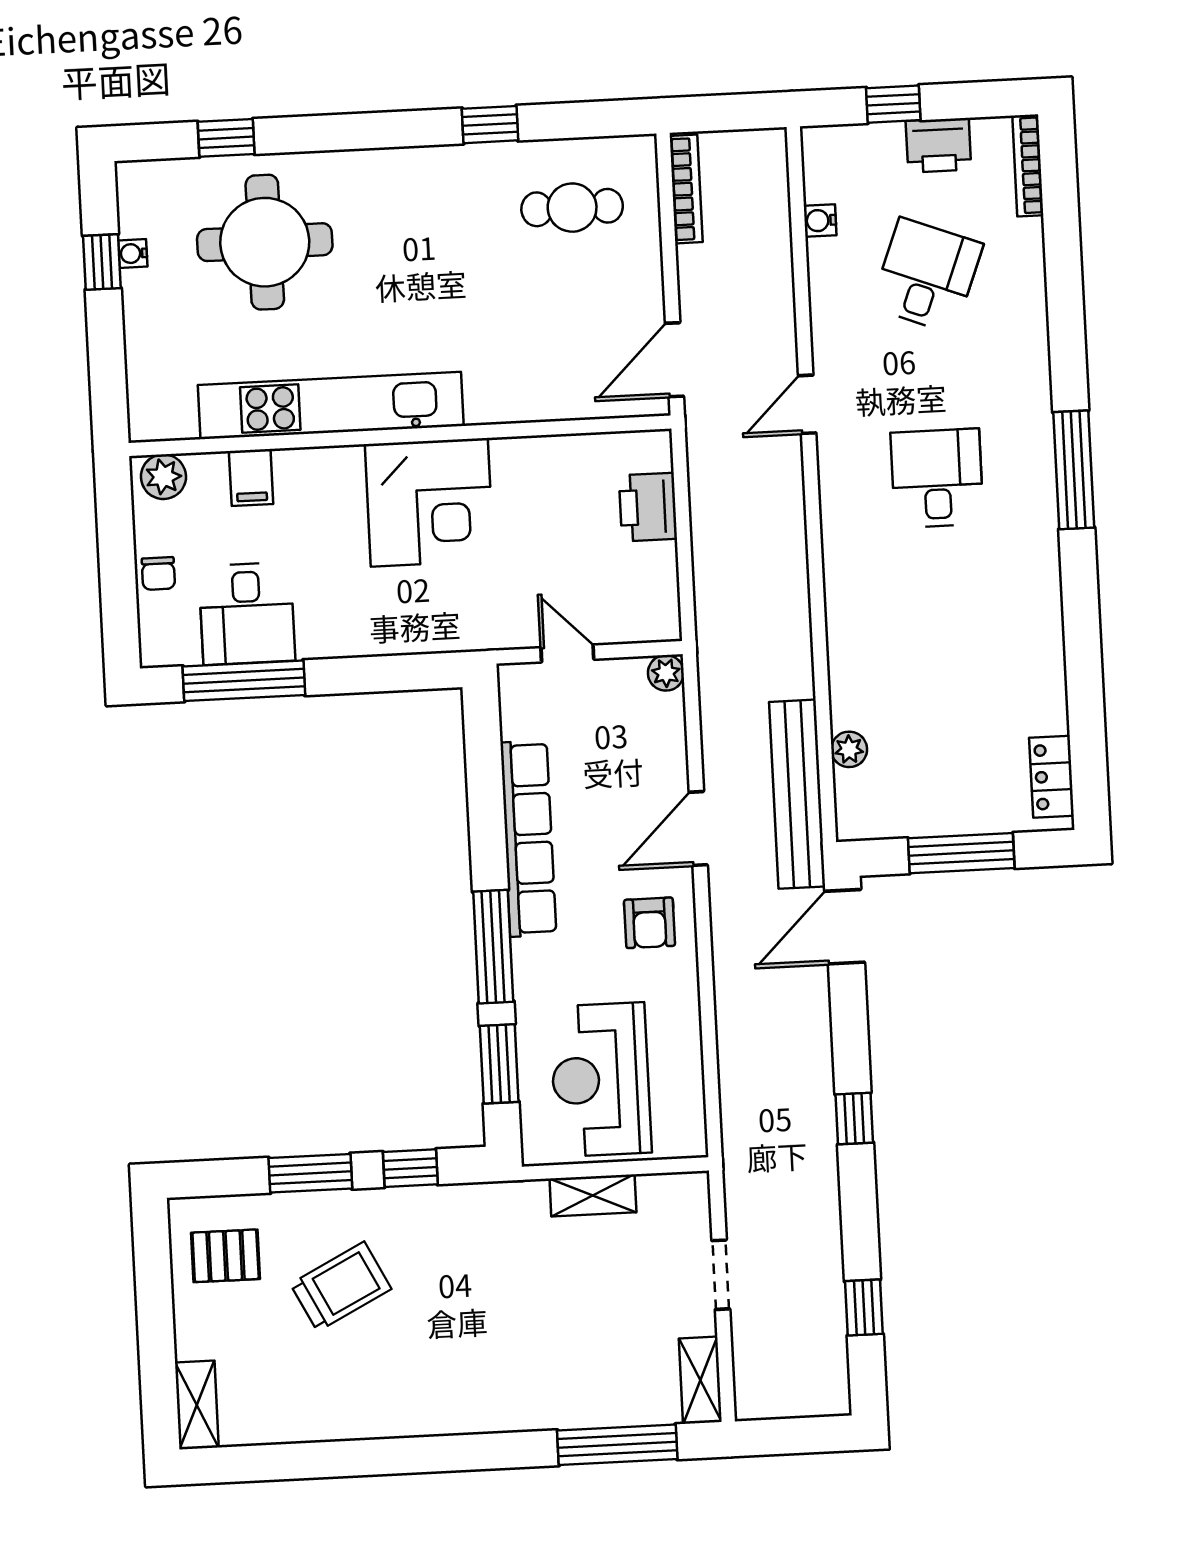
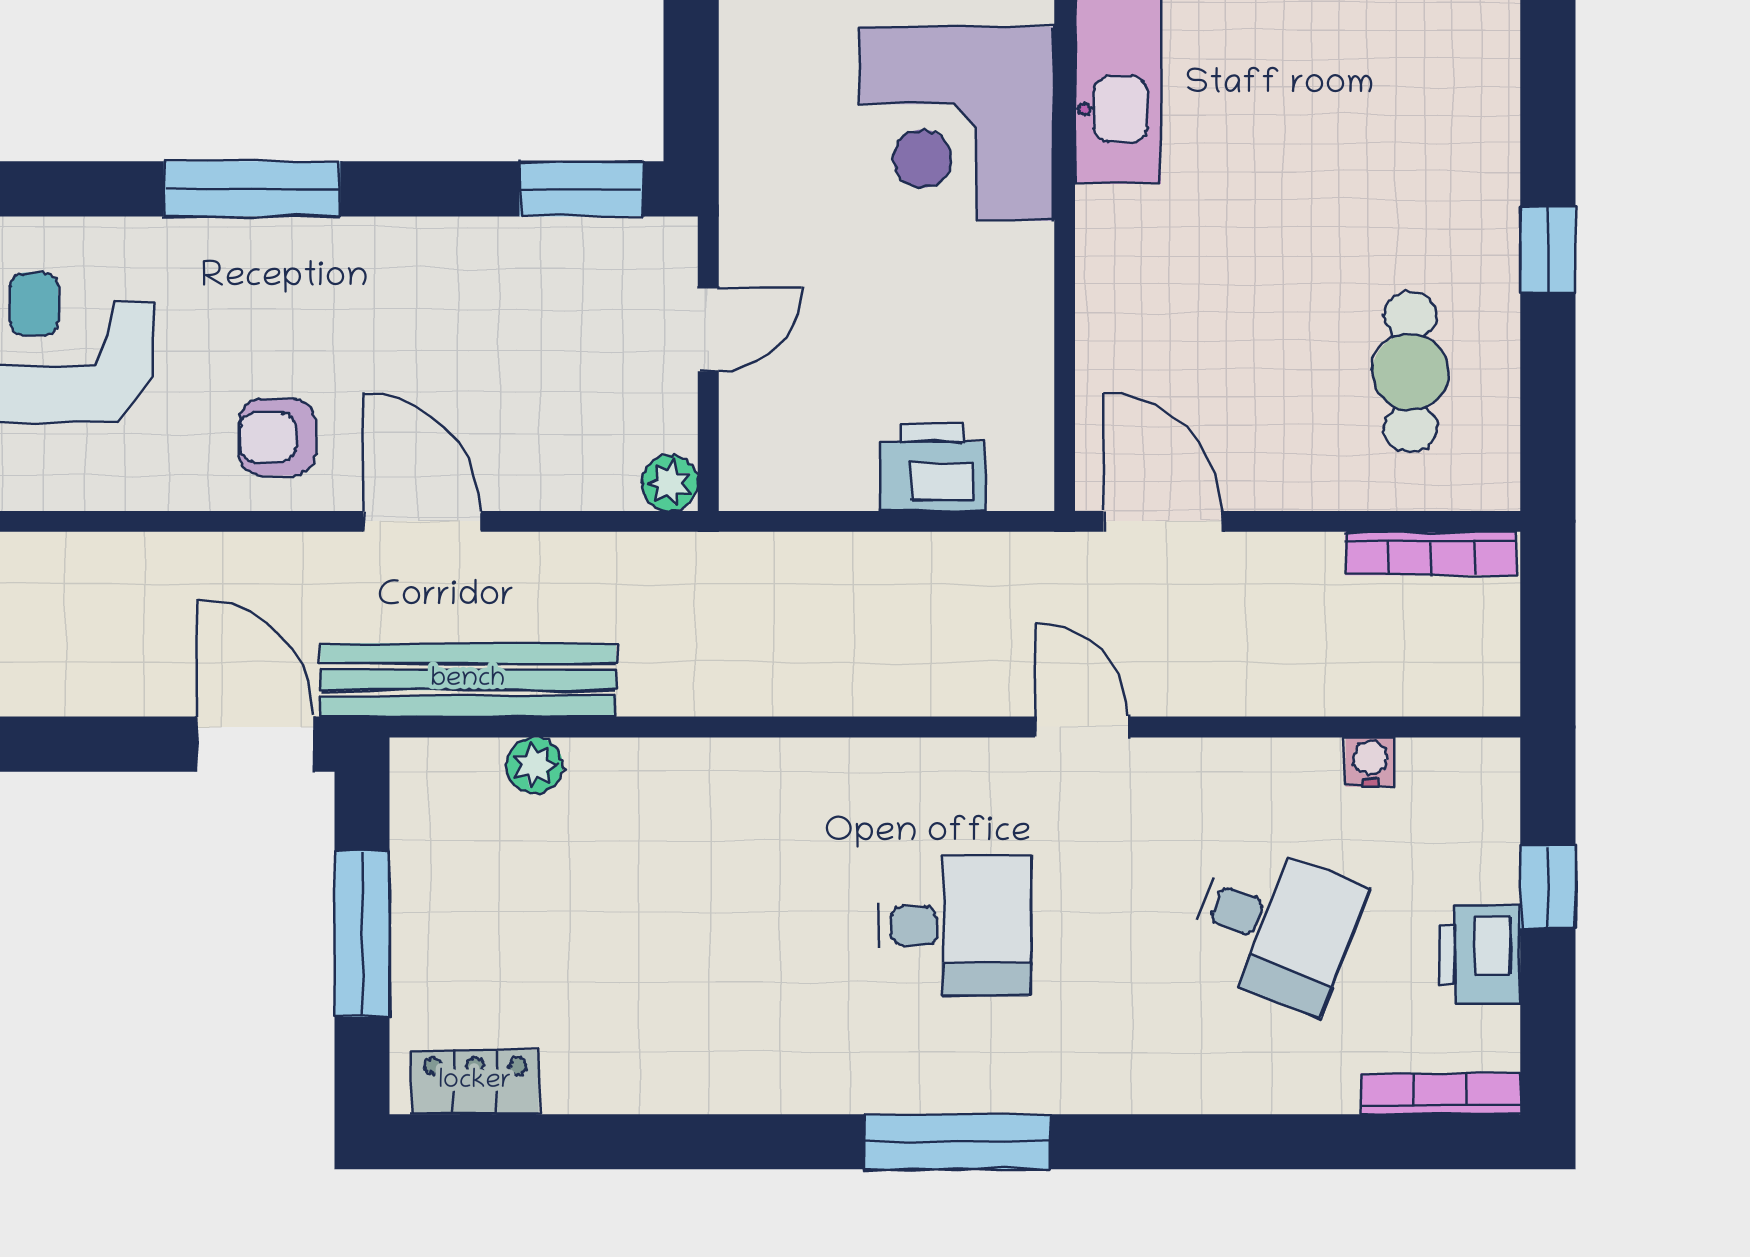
row of seats: (528, 839) -> (420, 253), removed
window: (499, 1064) -> (581, 189), moved

